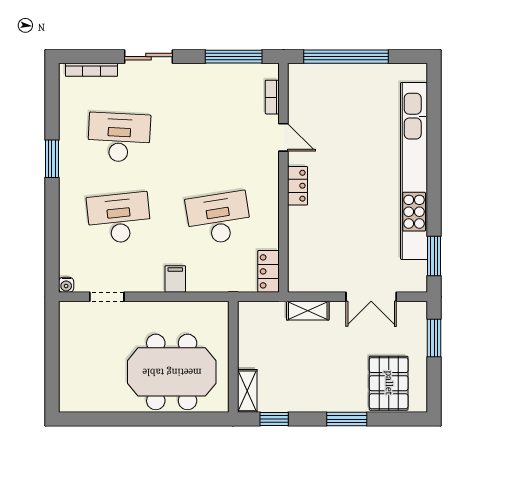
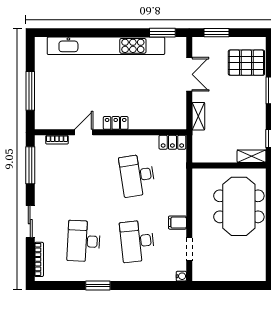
window: (346, 57) -> (30, 91), width x0.68
filing cabinet: (175, 279) -> (177, 223), moved

